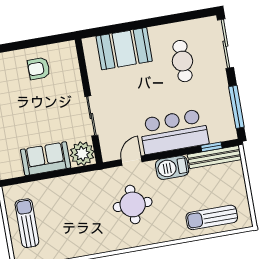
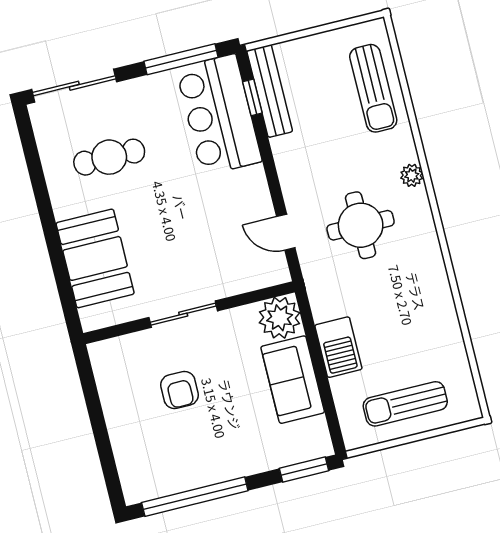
armchair: (39, 69) -> (179, 390), moved
sliding door: (91, 116) -> (183, 314), moved
bar counter: (174, 132) -> (219, 115), moved
barbecue: (172, 168) -> (338, 347), moved
plant: (160, 236) -> (412, 175), added

